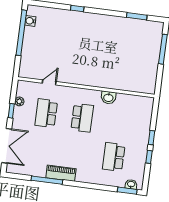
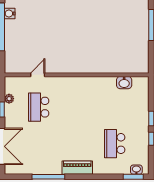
washbasin: (108, 98) -> (124, 83), moved
school desk: (82, 118) -> (77, 107), removed
piano: (61, 173) -> (77, 168), moved

